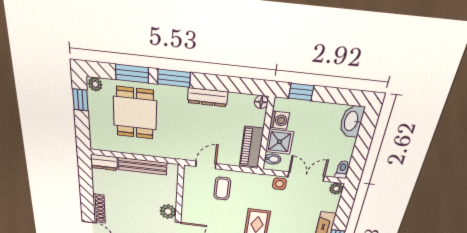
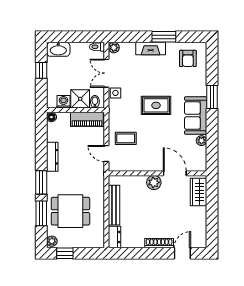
window: (301, 92) -> (41, 70), moved

